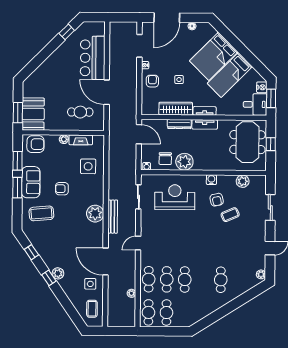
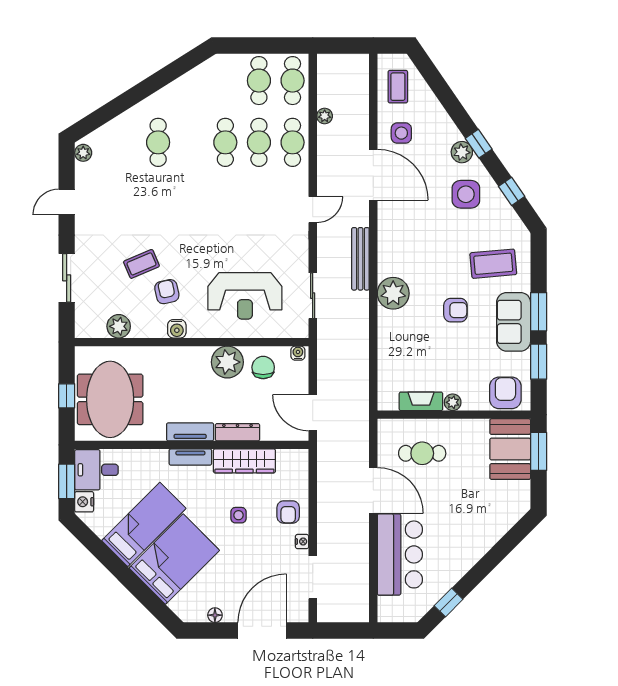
armchair: (35, 144) -> (505, 393), turned 90
side table: (88, 166) -> (466, 194), moved
plant: (95, 214) -> (393, 293), moved

